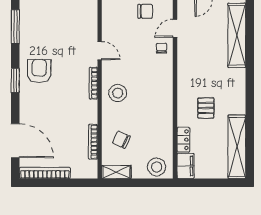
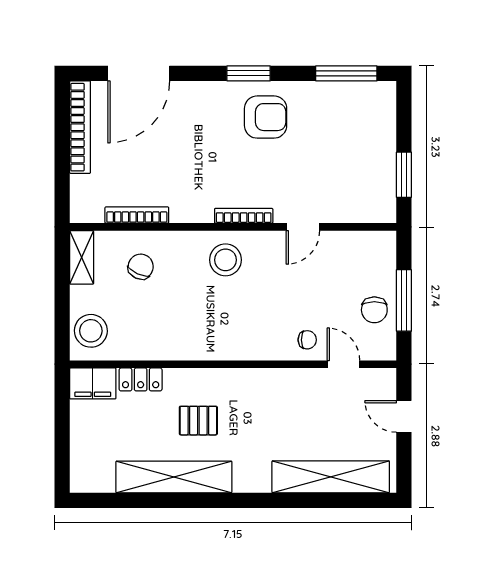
shelving: (237, 147) -> (174, 477), moved

